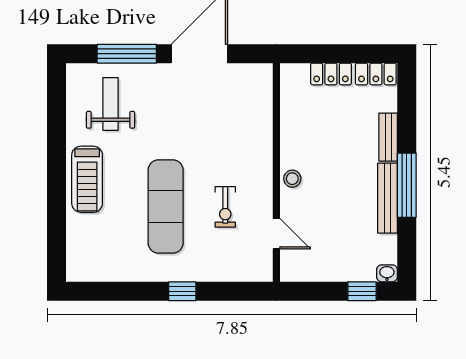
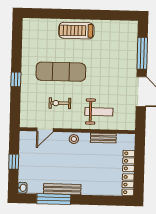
weight bench: (111, 104) -> (99, 112), moved
bench: (388, 137) -> (103, 138), moved
window: (407, 185) -> (54, 199), moved
window: (362, 291) -> (14, 162), moved

